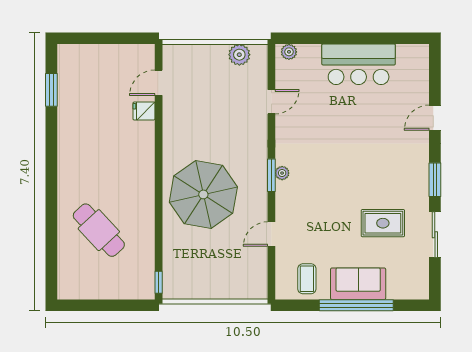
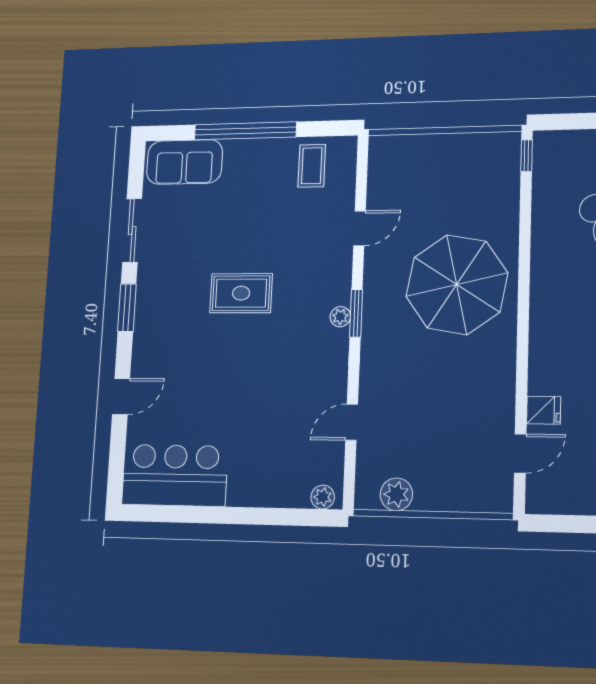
bar counter: (359, 64) -> (175, 475), moved
rug: (383, 223) -> (241, 293), moved
sofa: (358, 284) -> (184, 162), moved

